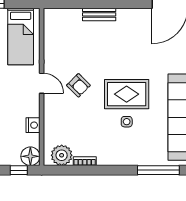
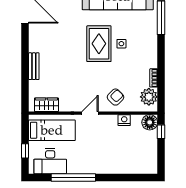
wardrobe: (52, 30) -> (46, 105), added
armchair: (78, 85) -> (115, 97), moved

